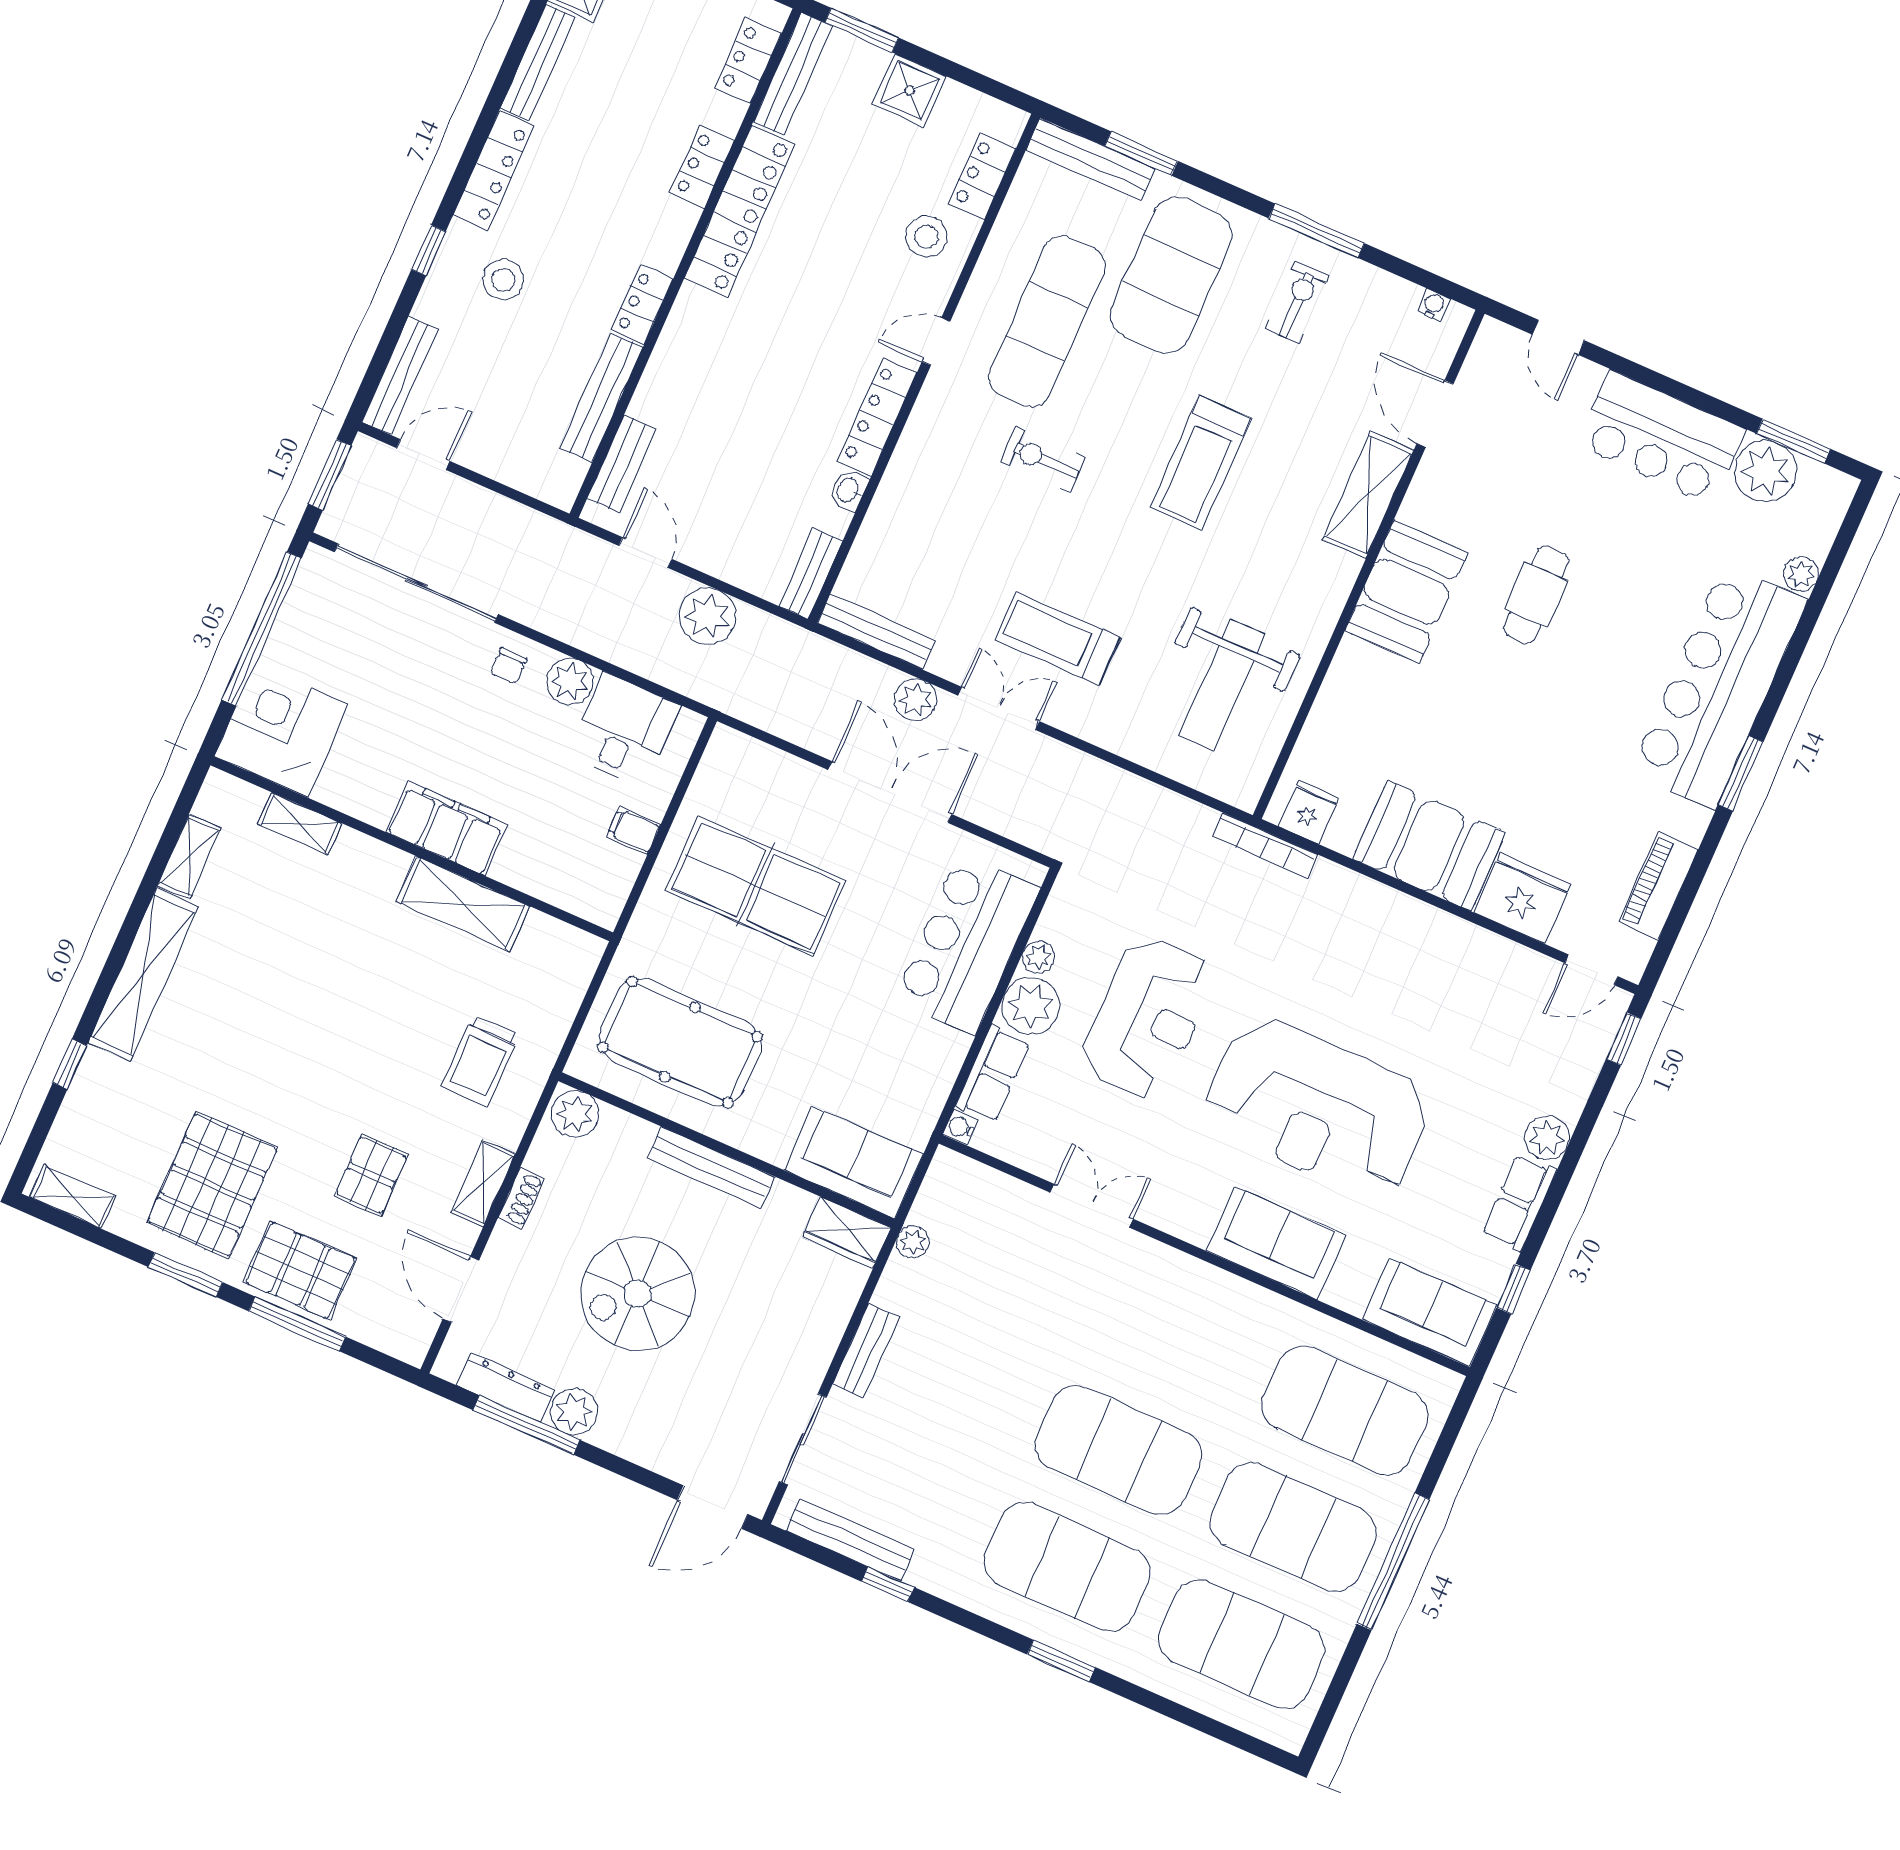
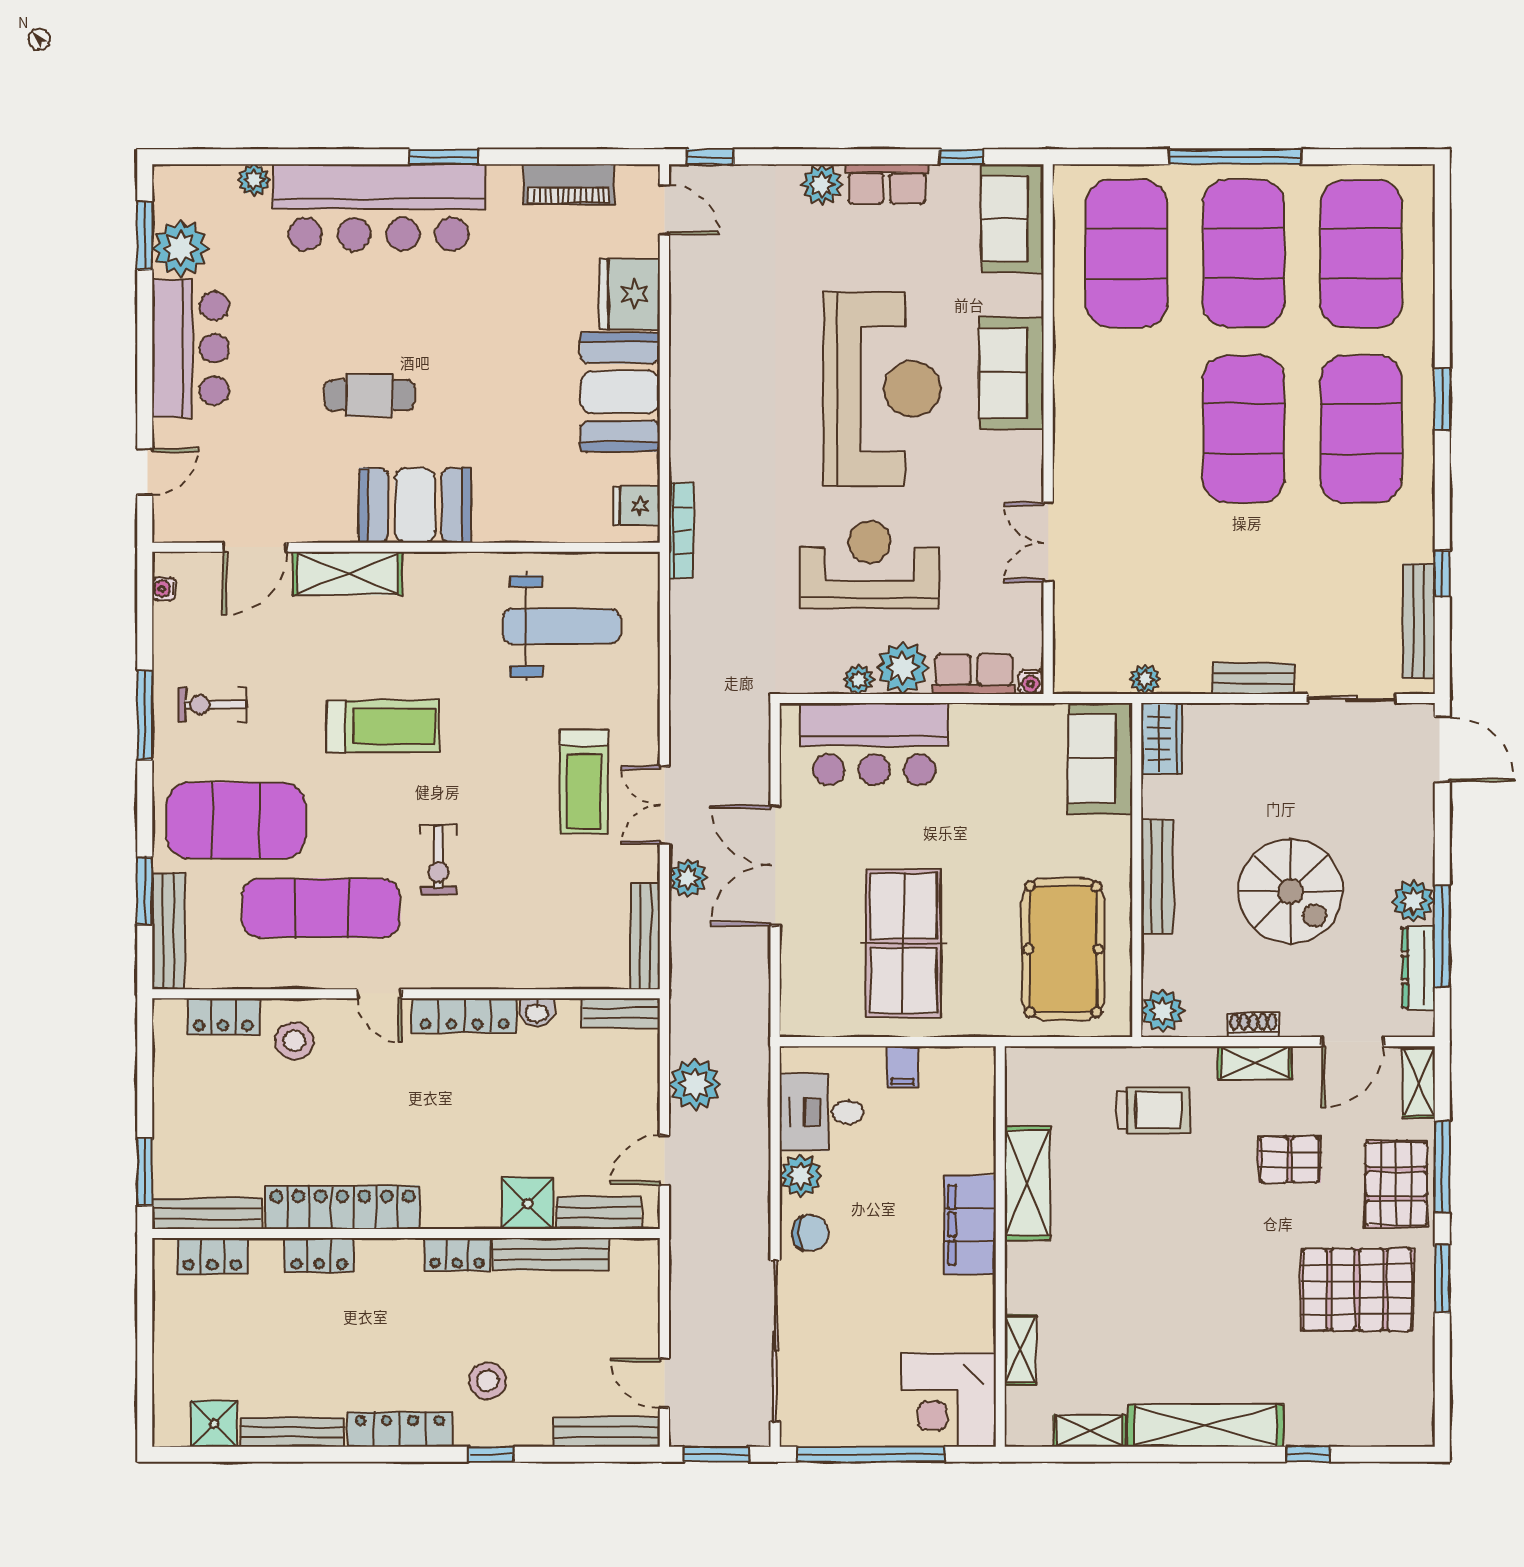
shower: (910, 91) -> (527, 1203), moved
chair: (508, 666) -> (811, 1233), width x1.37, depth x1.37
shelving: (73, 1197) -> (1419, 1082), moved

